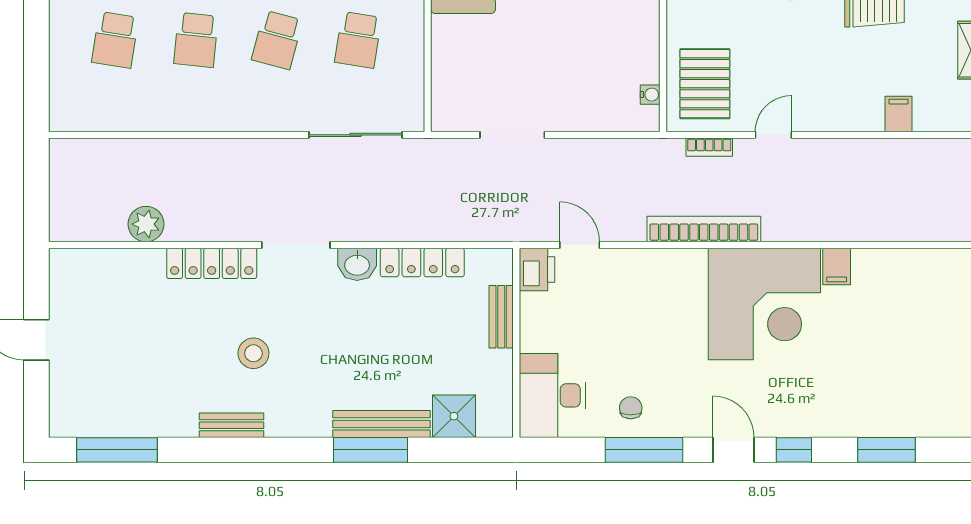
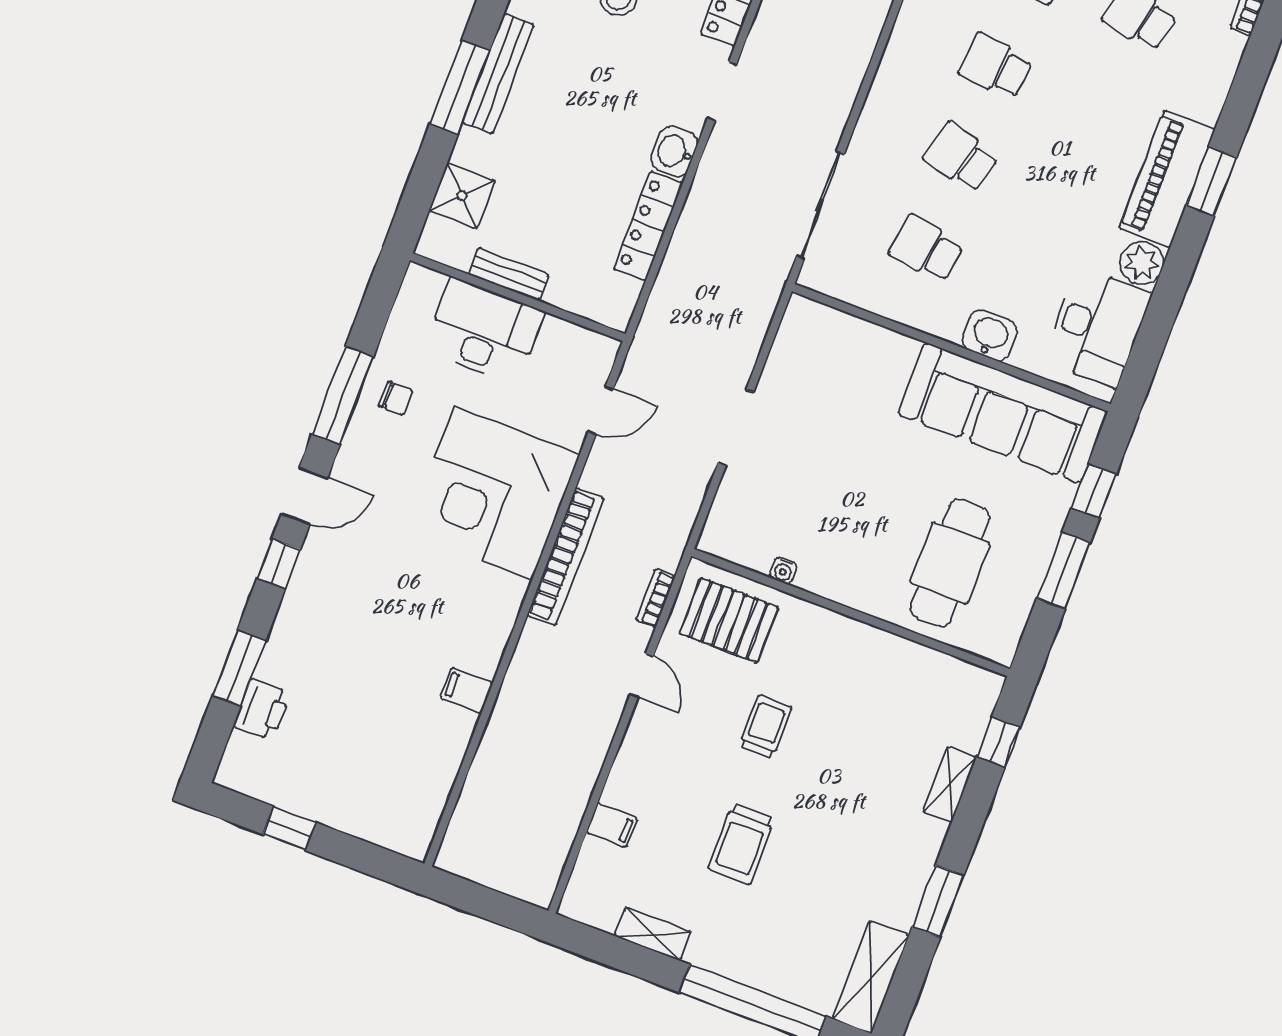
trolley: (777, 24) -> (765, 727), added
water cooler: (650, 95) -> (783, 570), moved
doorway: (512, 135) -> (736, 428), moved
doorway: (296, 245) -> (722, 91), width x0.73
printer: (537, 269) -> (262, 710), moved, turned -90
corner desk: (764, 304) -> (493, 493), moved
bench: (501, 317) -> (508, 274), moved
desk: (552, 395) -> (484, 331), moved
bench: (382, 424) -> (498, 74), moved

